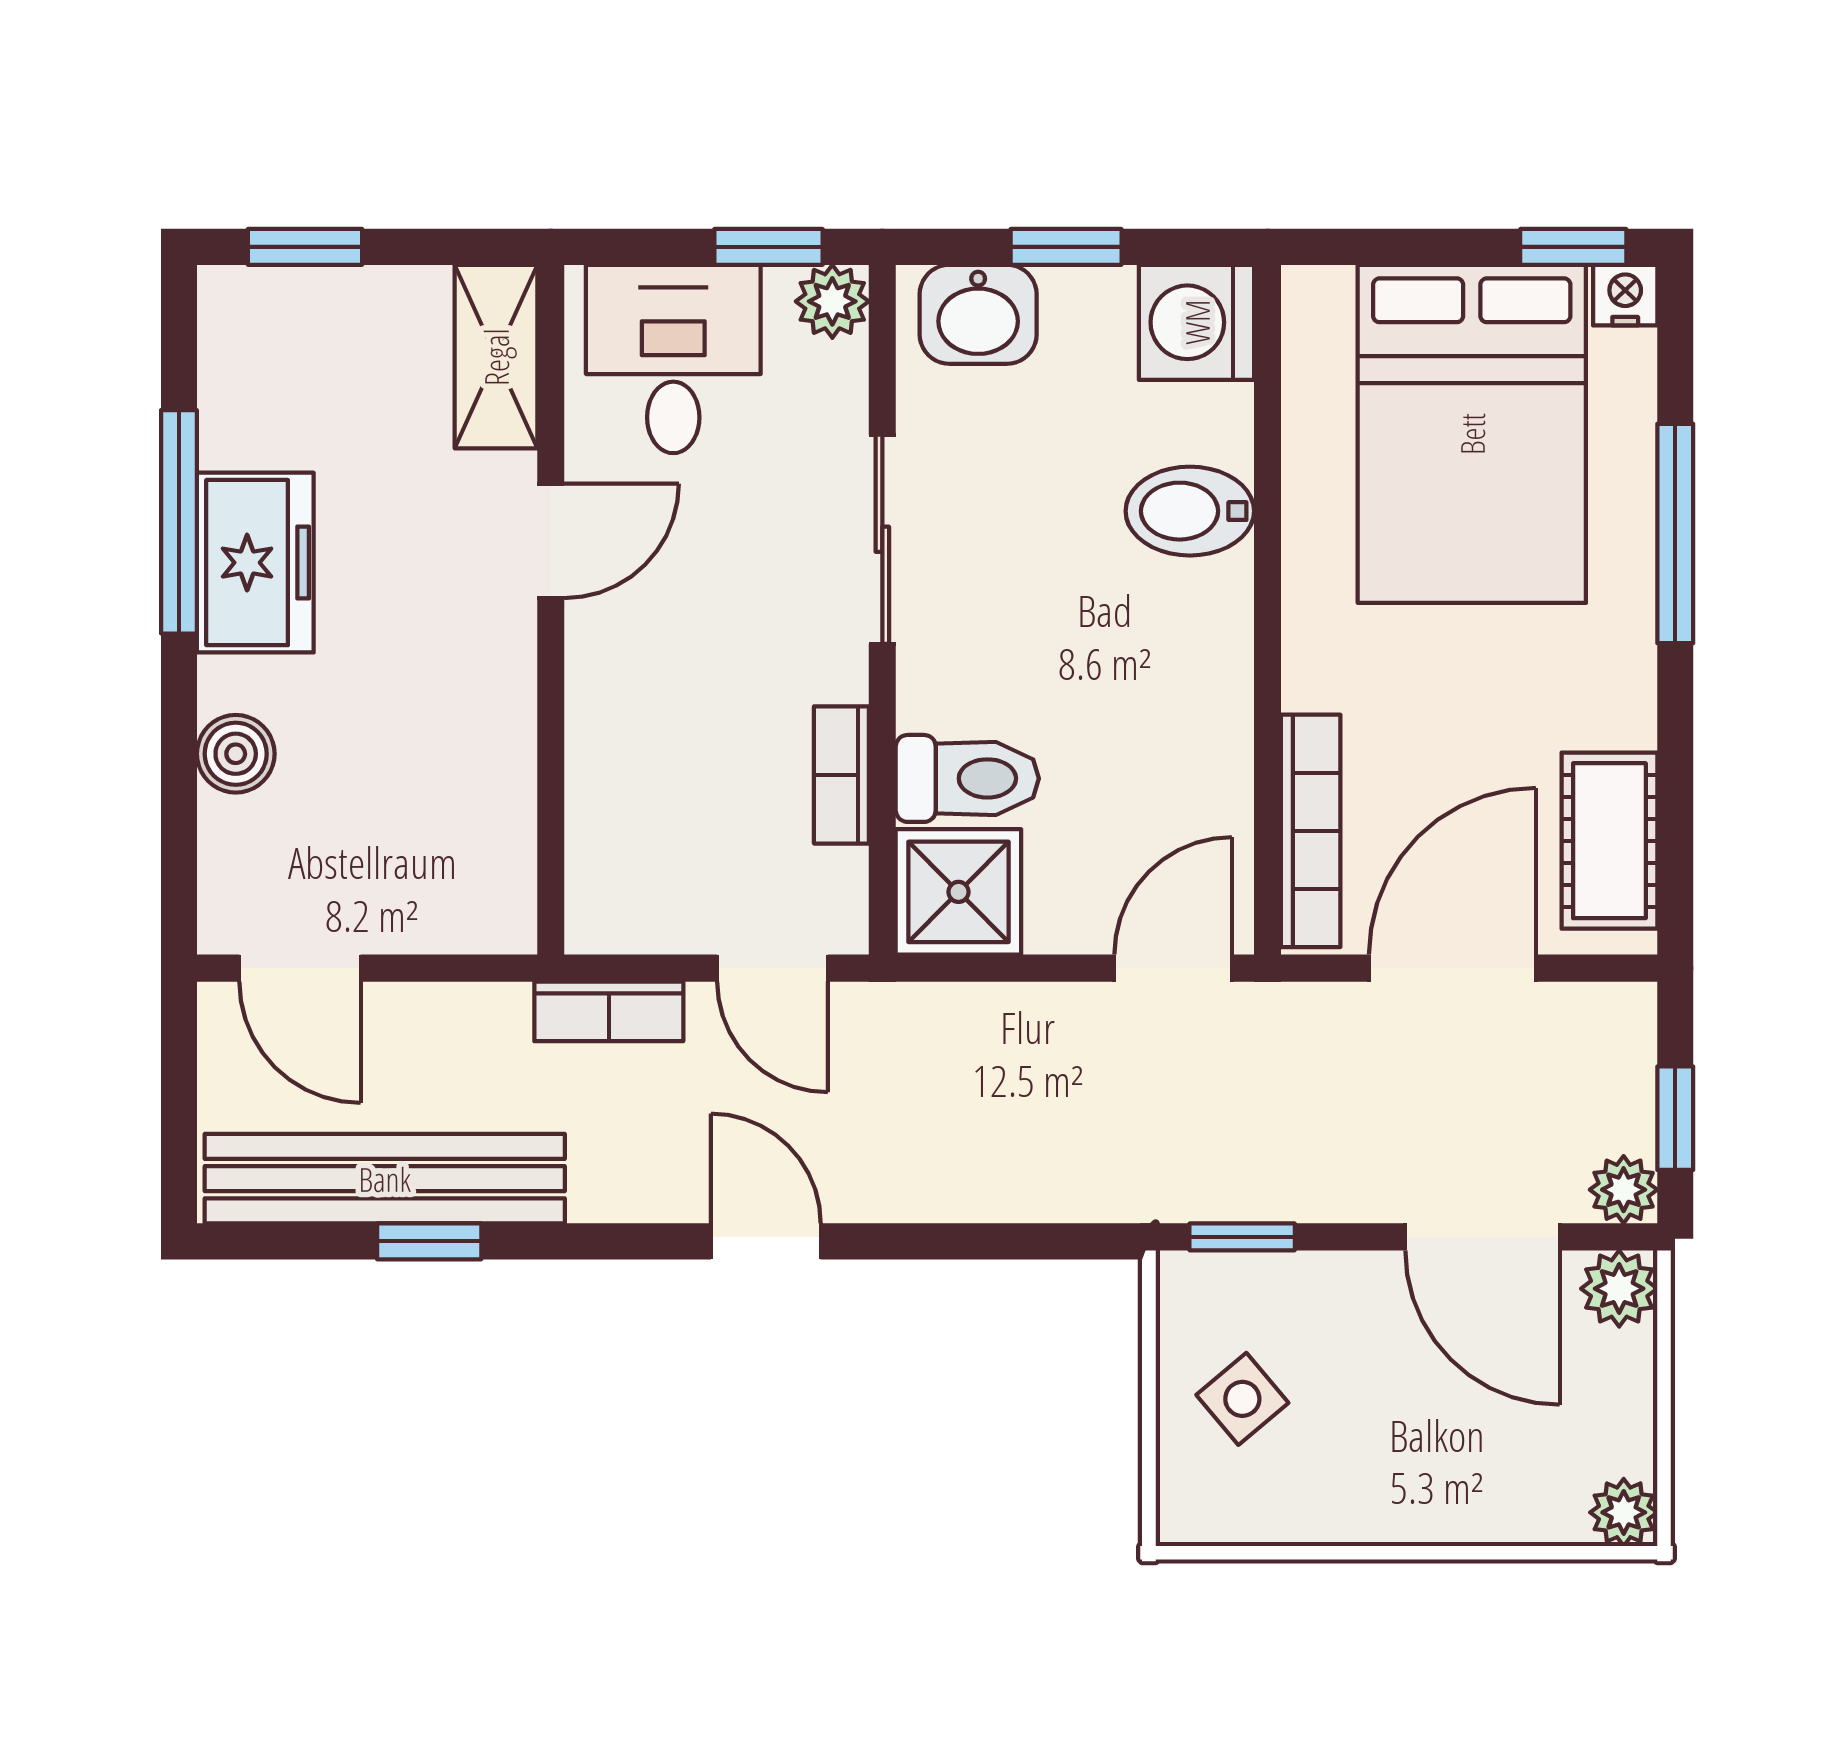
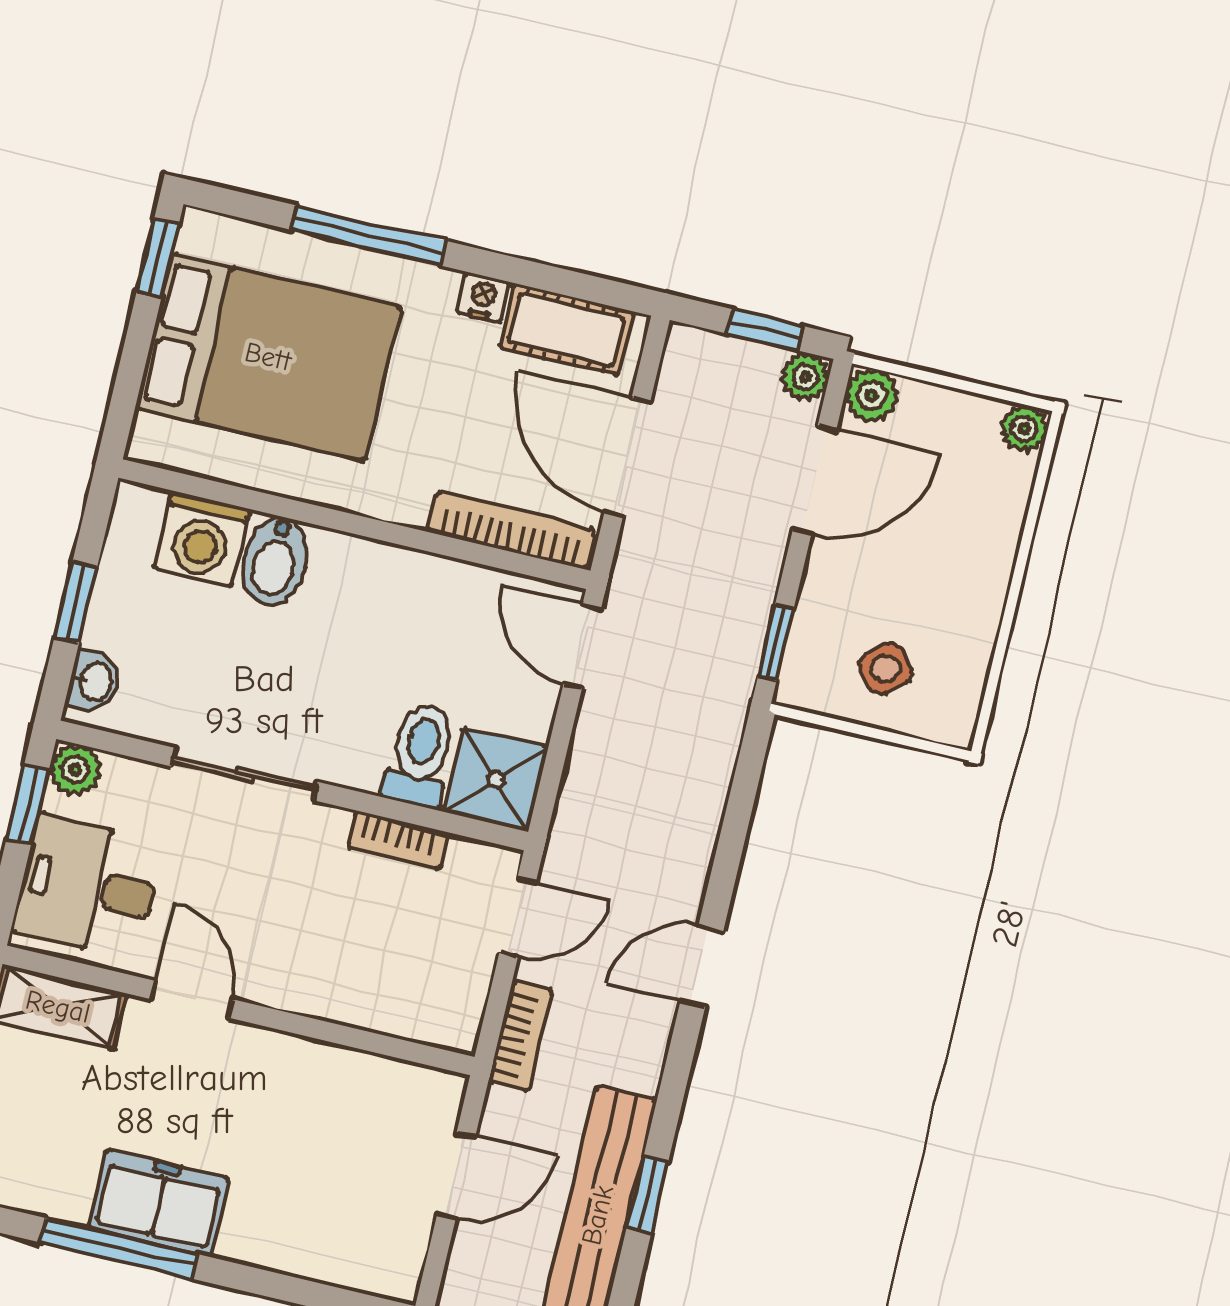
nightstand: (1625, 295) -> (483, 297), moved, turned 90
washbasin: (978, 314) -> (94, 681), width x0.72, depth x0.69
washing machine: (1197, 322) -> (202, 539), moved
boiler: (236, 754) -> (285, 1247), removed
door: (300, 968) -> (456, 1175), moved

